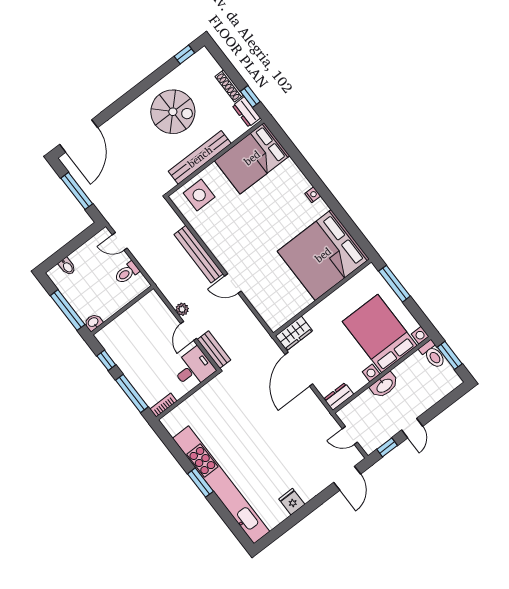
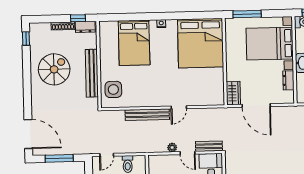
bed: (252, 158) -> (134, 43), moved
dresser: (339, 396) -> (288, 80), moved

